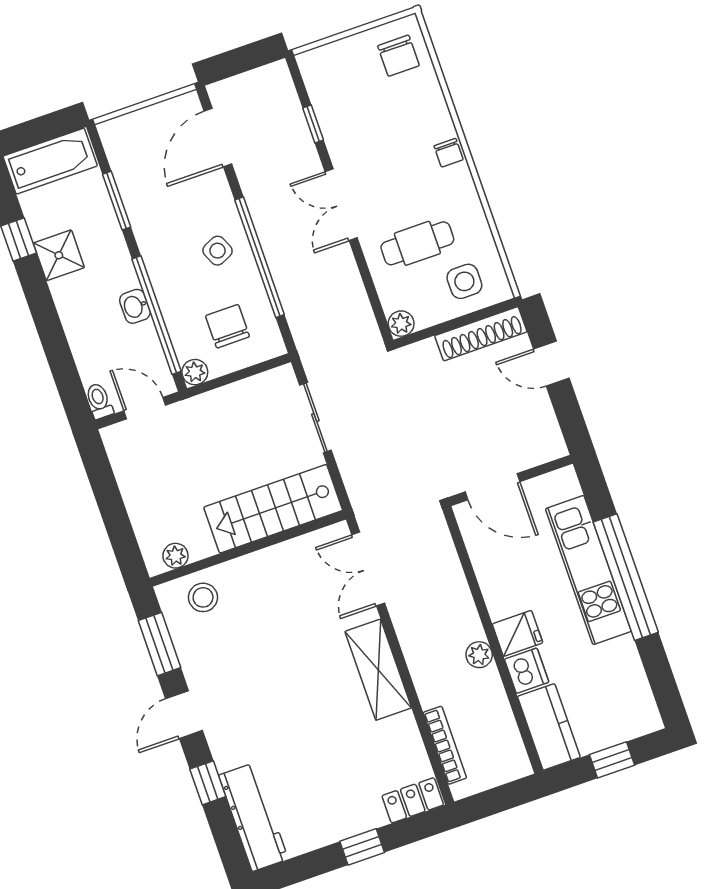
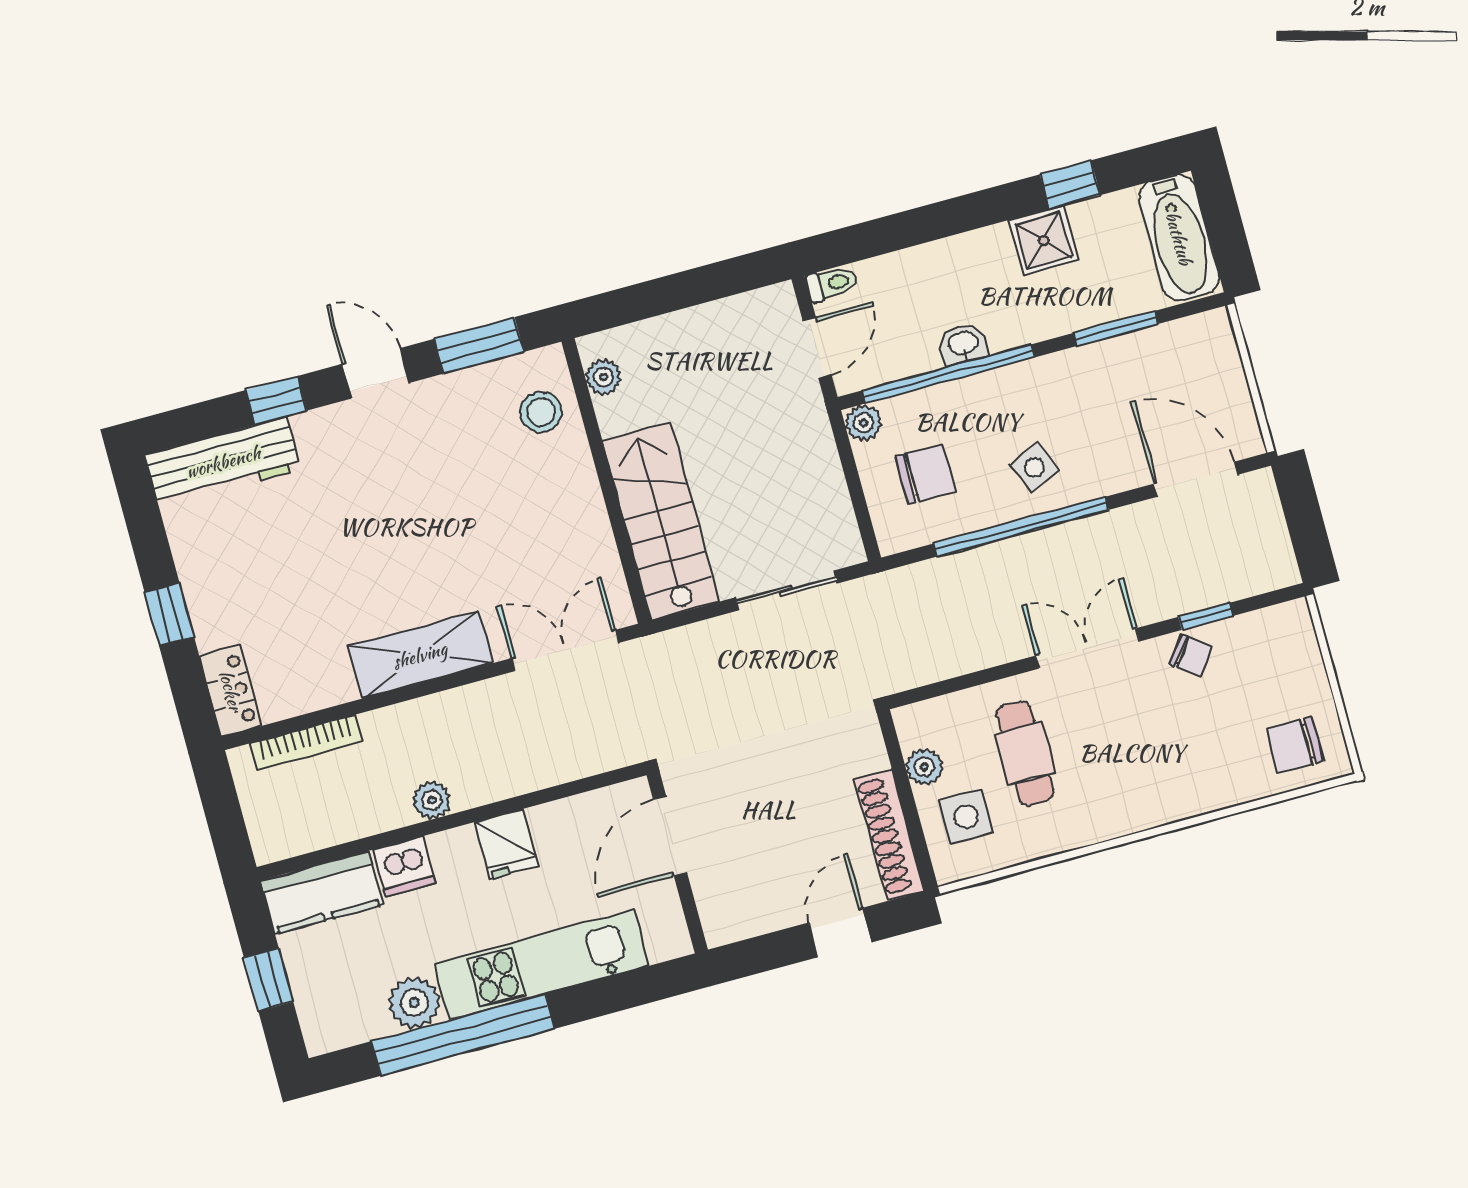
chair: (449, 153) -> (1191, 655), moved, turned -144
plant: (401, 324) -> (924, 767), moved
window: (626, 577) -> (463, 1035), moved
fridge: (517, 633) -> (507, 844), moved
plant: (621, 657) -> (414, 1003), added

